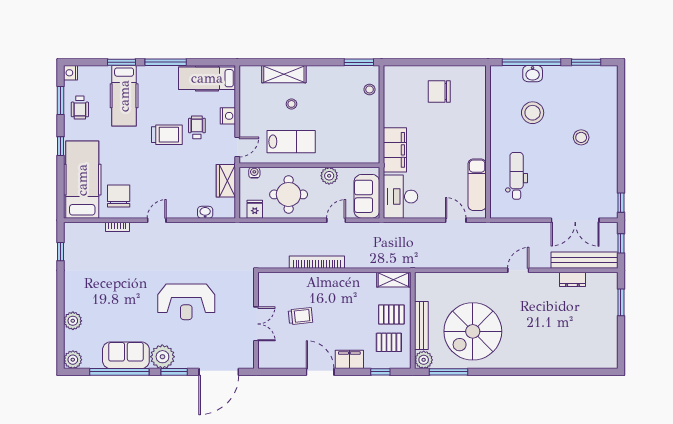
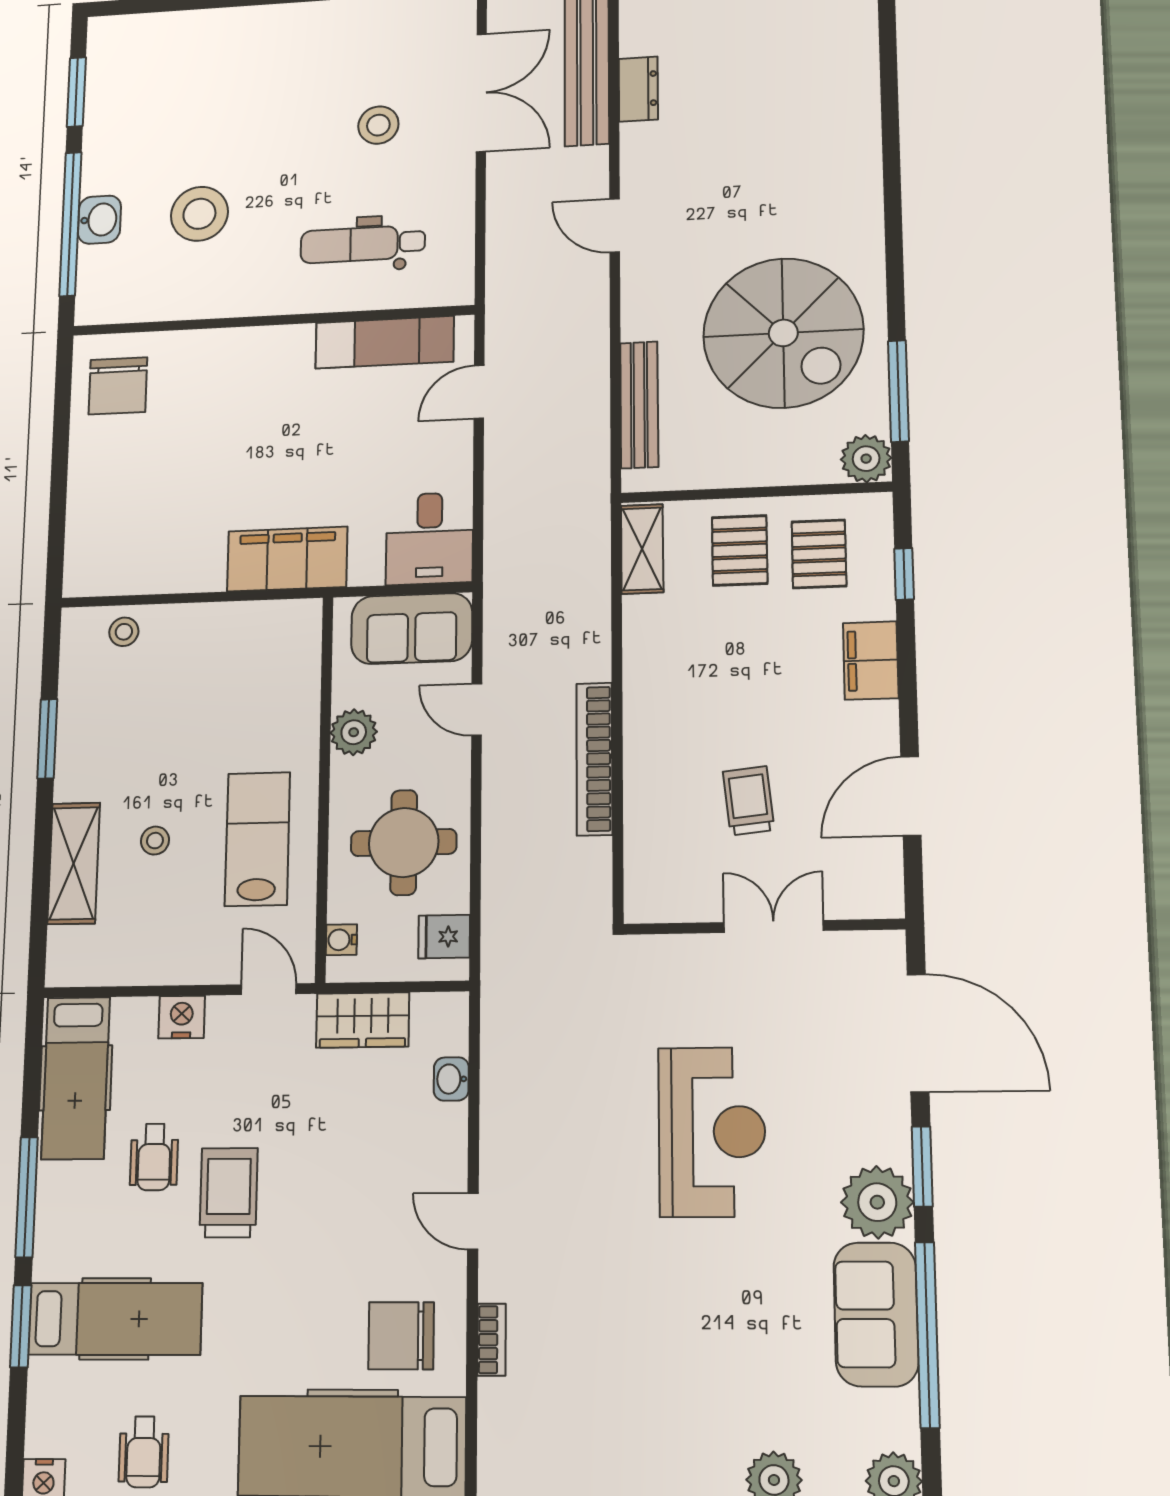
window: (359, 62) -> (47, 739), moved
chair: (439, 92) -> (118, 386), moved
wheelchair: (80, 108) -> (144, 1452), turned 90
wheelchair: (197, 127) -> (154, 1157), moved, turned -90
stool: (581, 137) -> (378, 125), moved
desk: (400, 197) -> (430, 539), width x0.73
bench: (421, 326) -> (639, 405), moved, turned 90
door: (320, 372) -> (911, 796), moved

